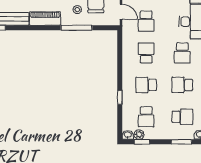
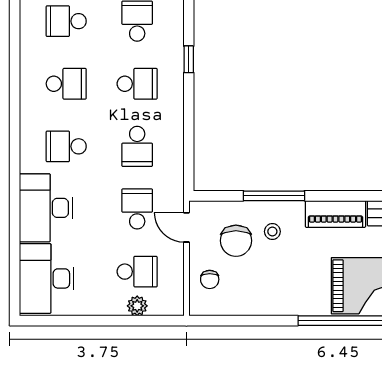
school desk: (182, 53) -> (66, 146), turned -90

